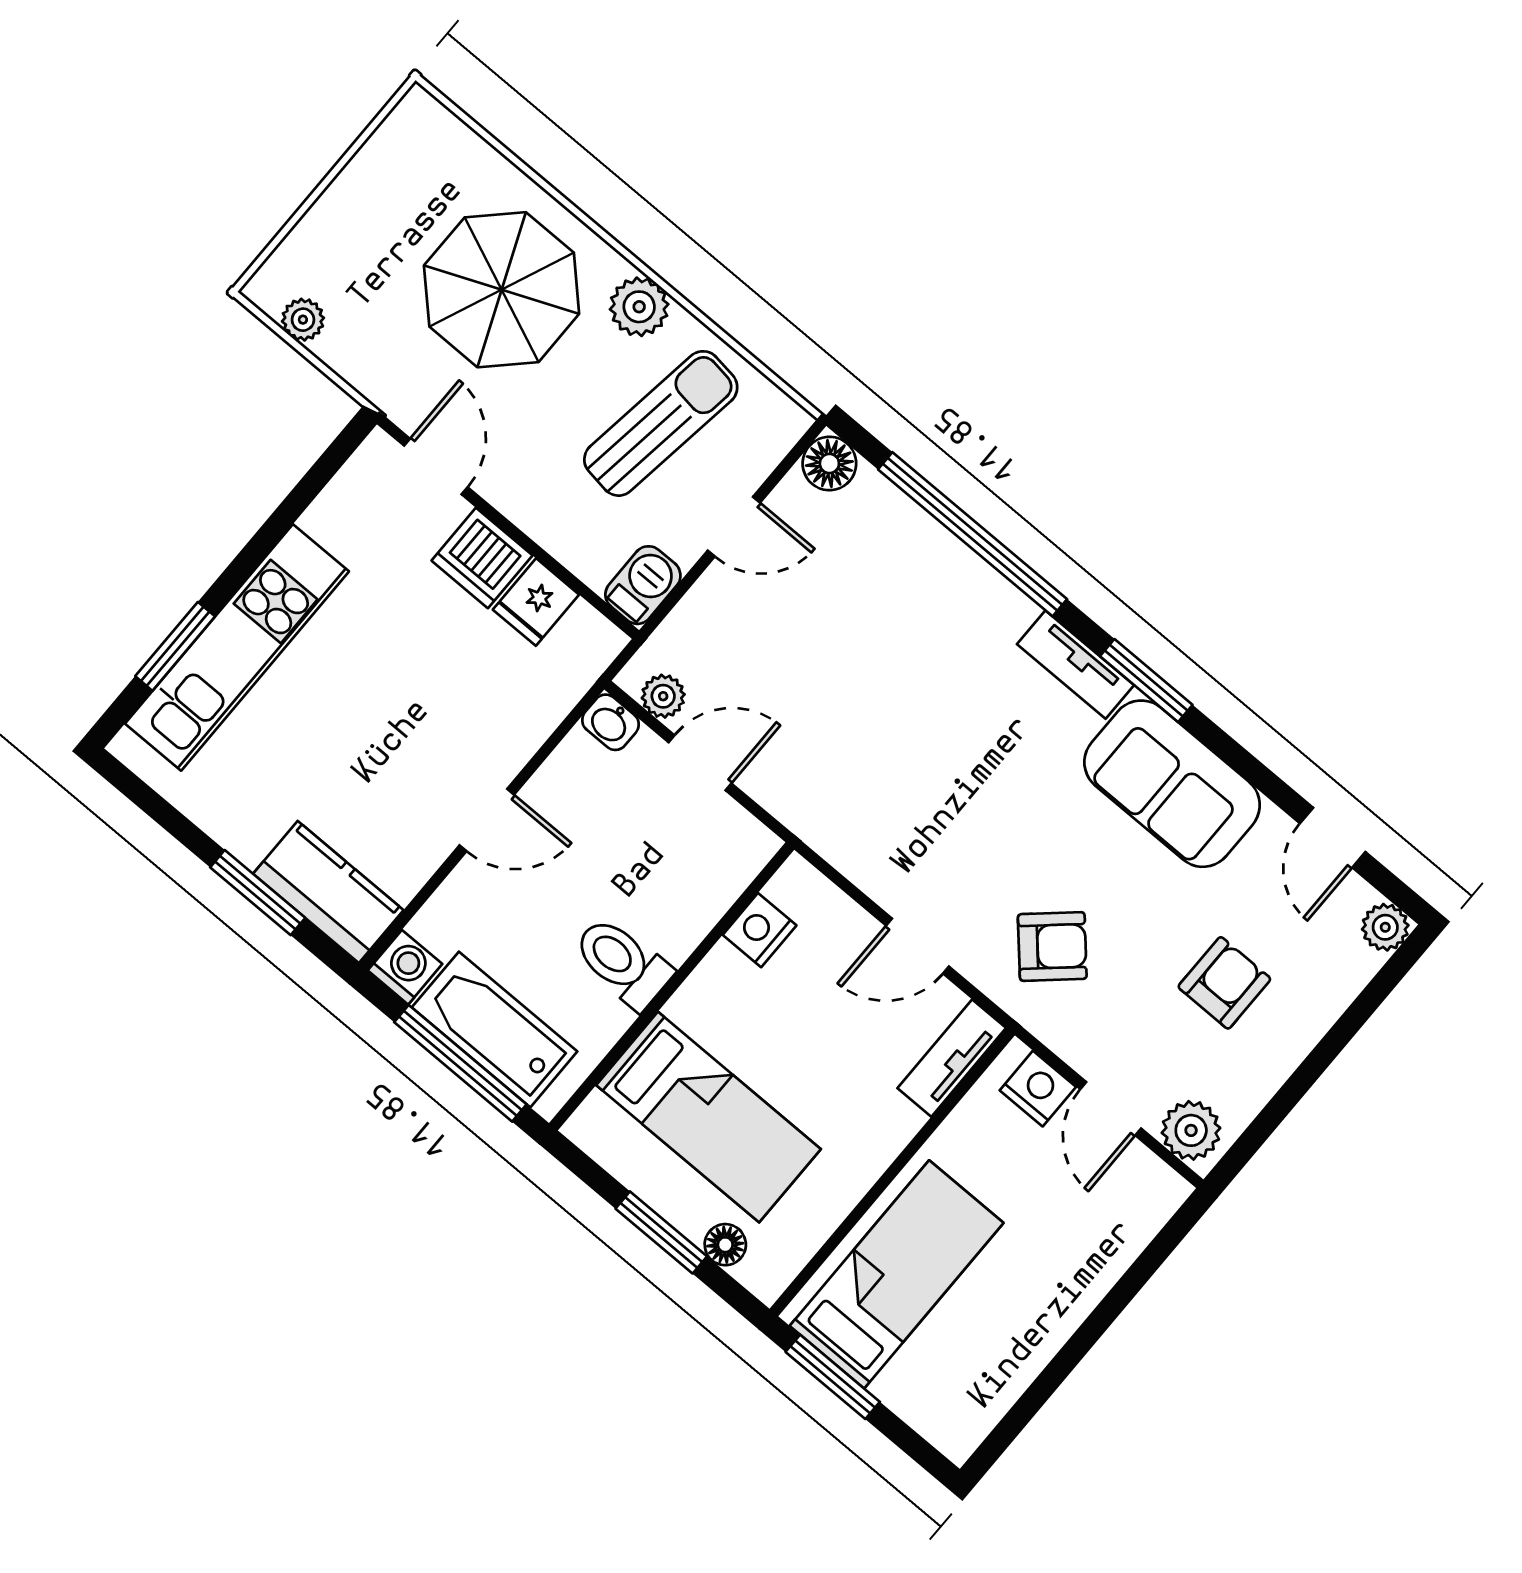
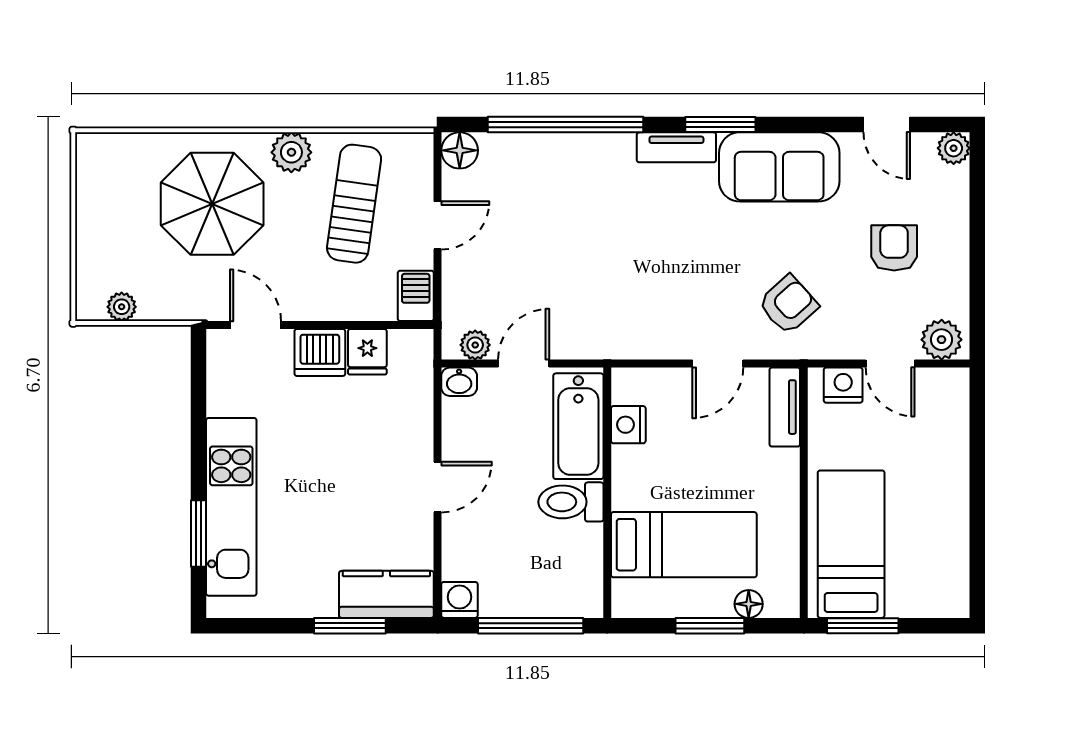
bathtub: (495, 1029) -> (578, 426), moved, turned -90

